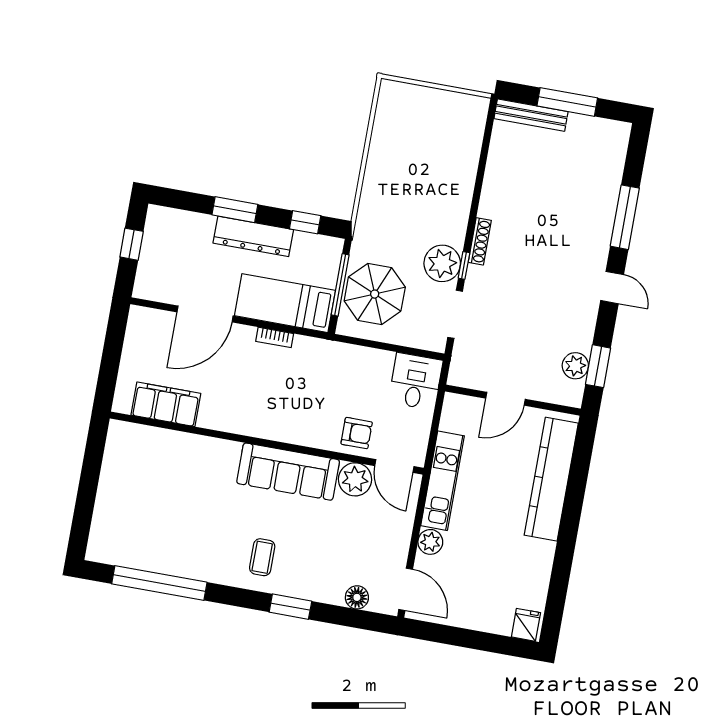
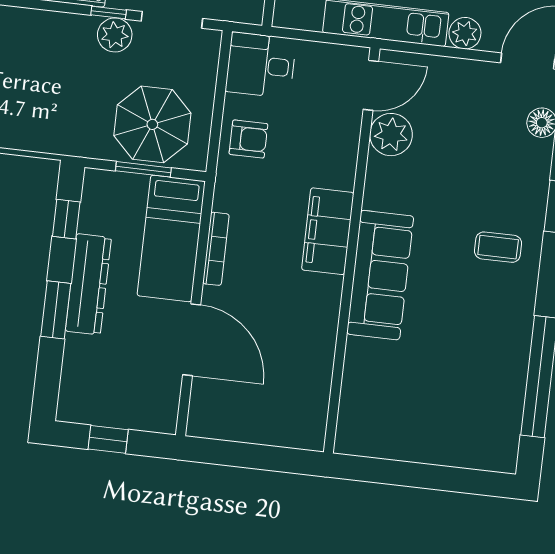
plant: (442, 263) -> (115, 35), width x0.73, depth x0.73
window: (340, 285) -> (143, 169), width x0.69
bookcase: (275, 337) -> (216, 249), width x1.56
filing cabinet: (166, 404) -> (328, 231), moved
armchair: (357, 433) -> (248, 139), moved, turned 90
sofa: (288, 472) -> (380, 275), moved

